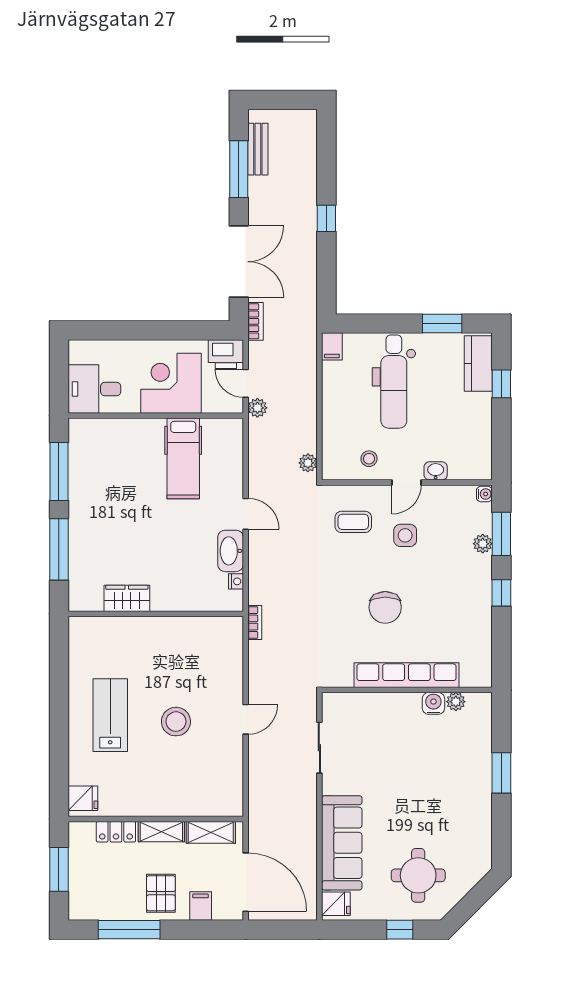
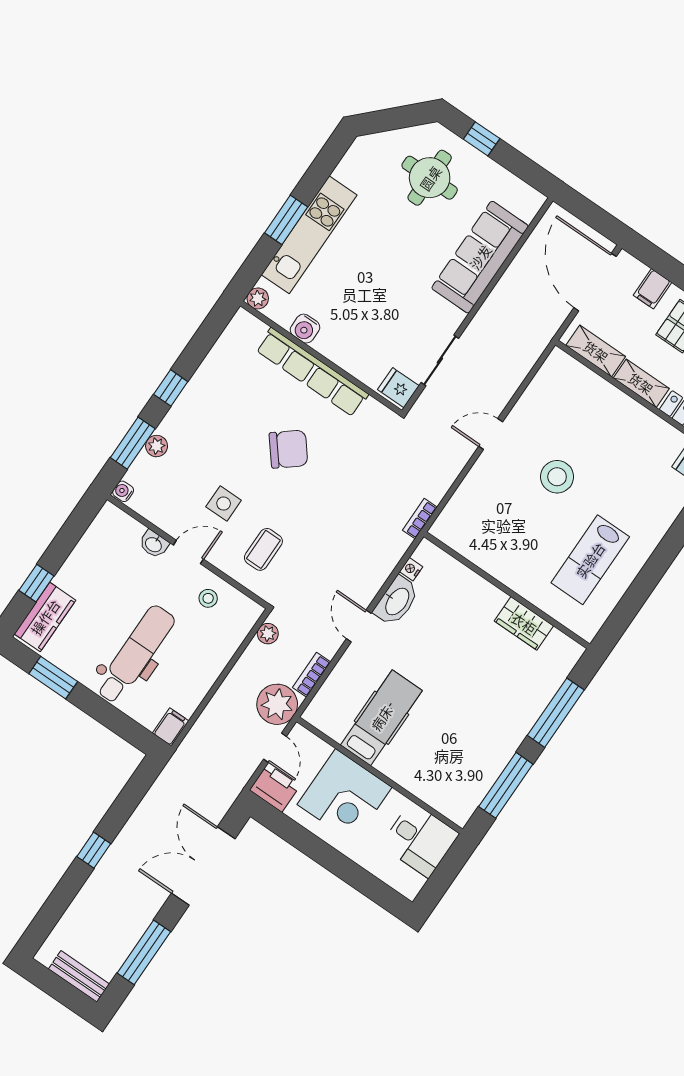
bench: (258, 149) -> (79, 976), moved, turned 90
bookcase: (256, 321) -> (312, 675), moved
plant: (257, 408) -> (277, 704), width x1.87, depth x1.87
coffee table: (353, 522) -> (263, 549), turned 90
chair: (385, 607) -> (288, 449), turned 51
plant: (456, 702) -> (258, 298), moved
lab bench: (110, 715) -> (590, 560), moved
kitchen unit: (477, 774) -> (309, 235), added
fridge: (336, 904) -> (398, 388), moved

